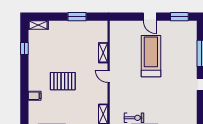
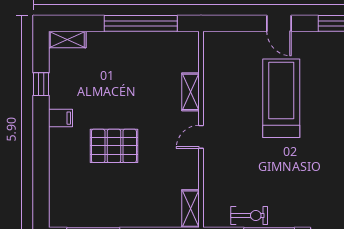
window: (77, 17) -> (141, 23), width x2.11
door: (109, 76) -> (201, 137), hinge flipped
filing cabinet: (35, 96) -> (60, 118), moved

